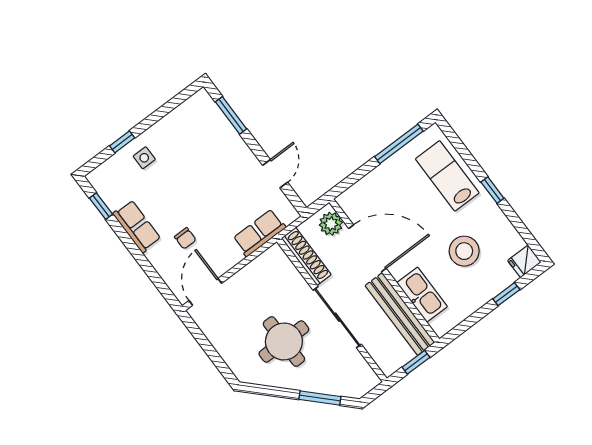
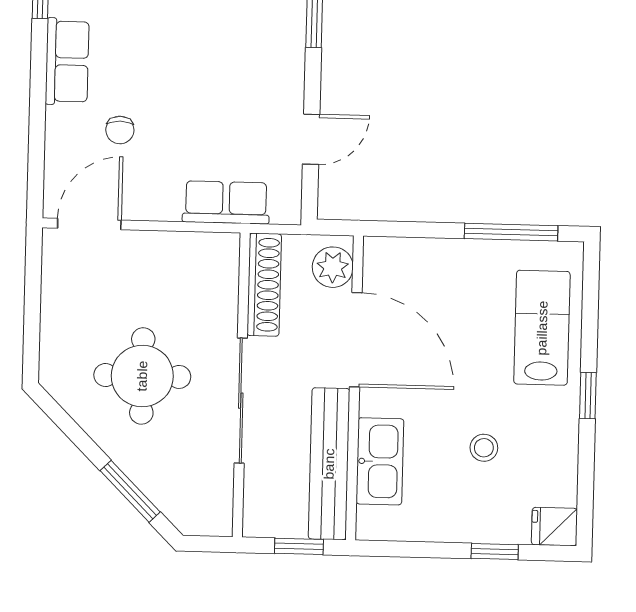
stool: (464, 251) -> (484, 448), width x0.53, depth x0.53

